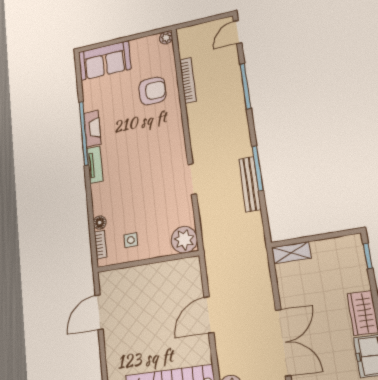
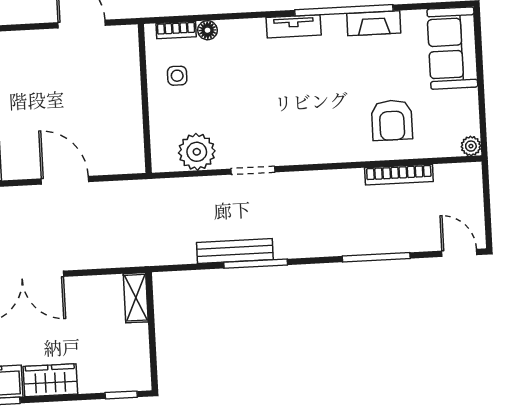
fireplace: (92, 129) -> (374, 23), moved
plant: (184, 240) -> (197, 152), moved

